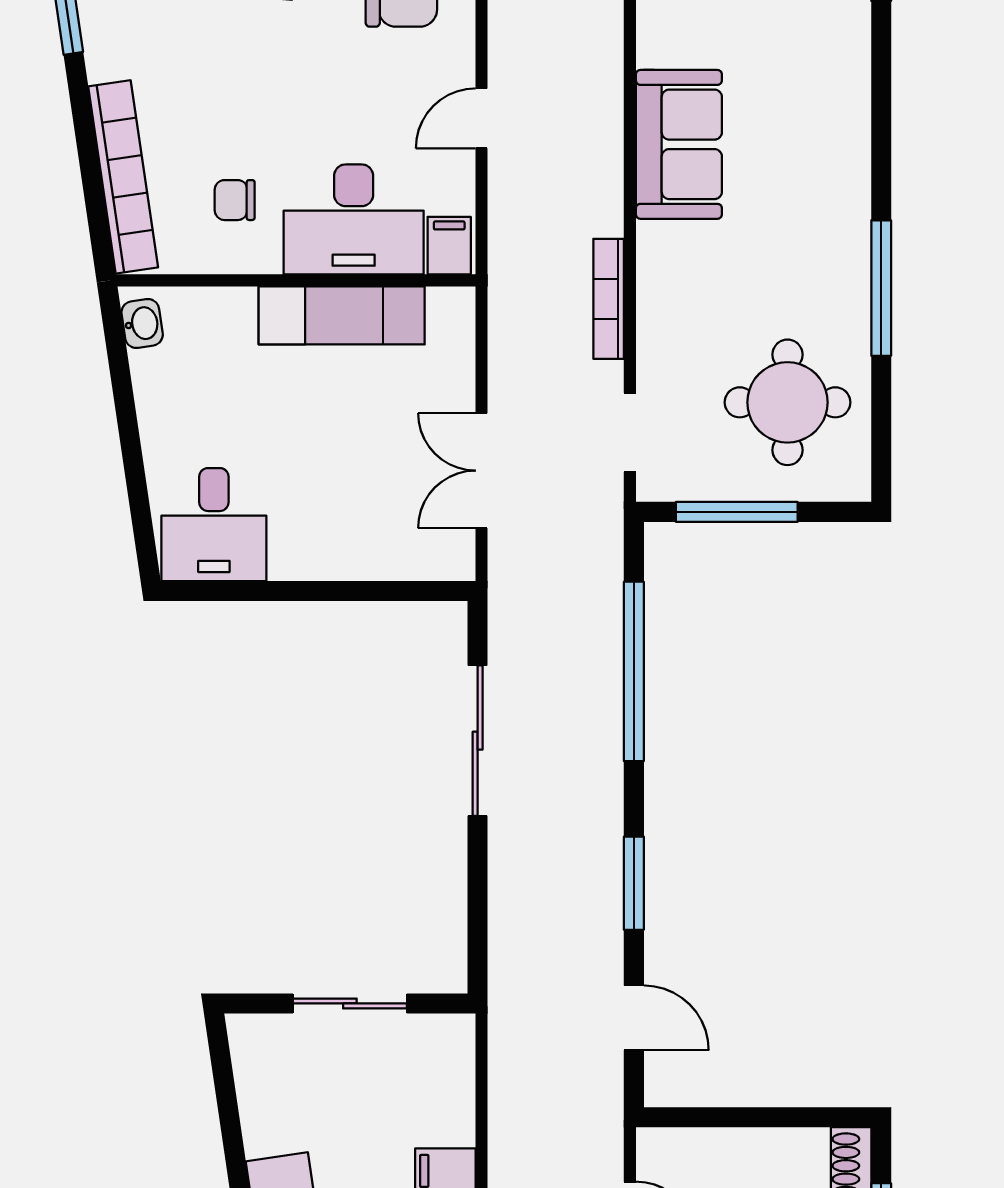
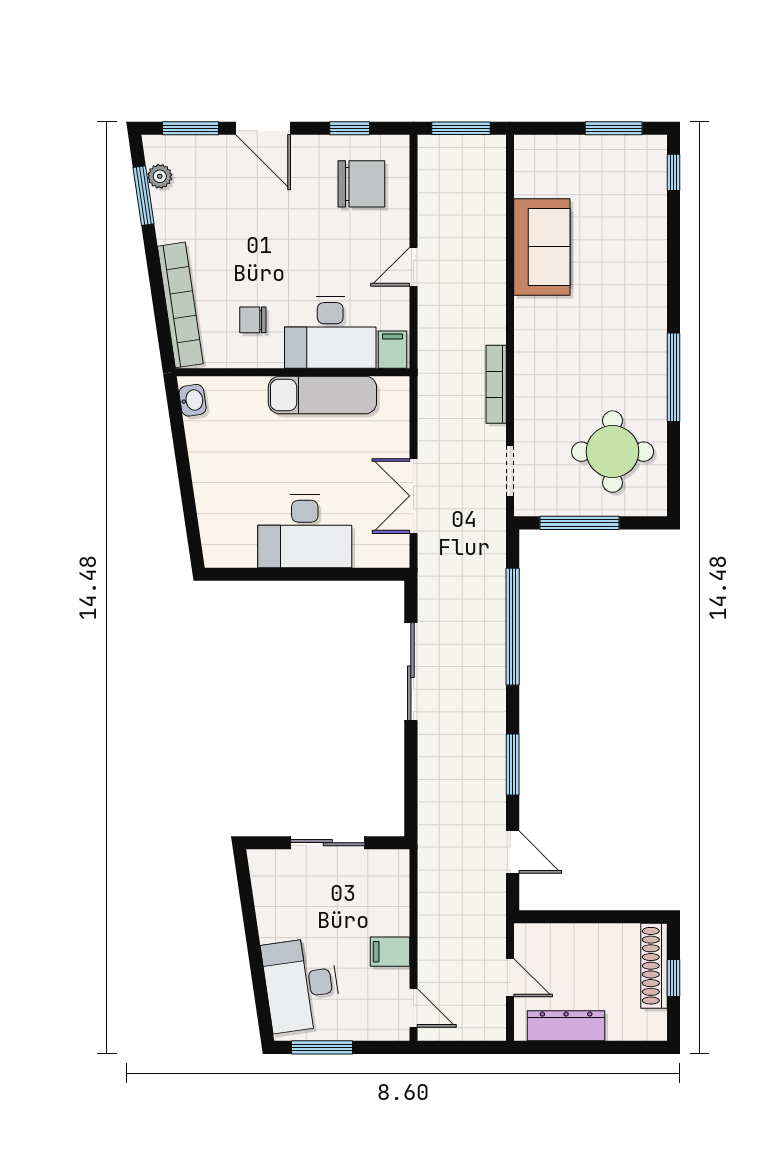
sofa: (679, 144) -> (542, 247), moved
desk: (214, 525) -> (305, 531), moved, width x1.37

